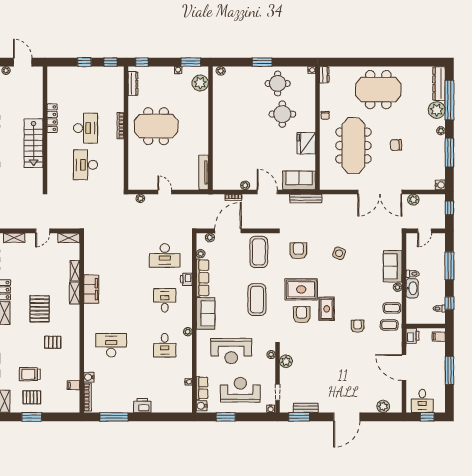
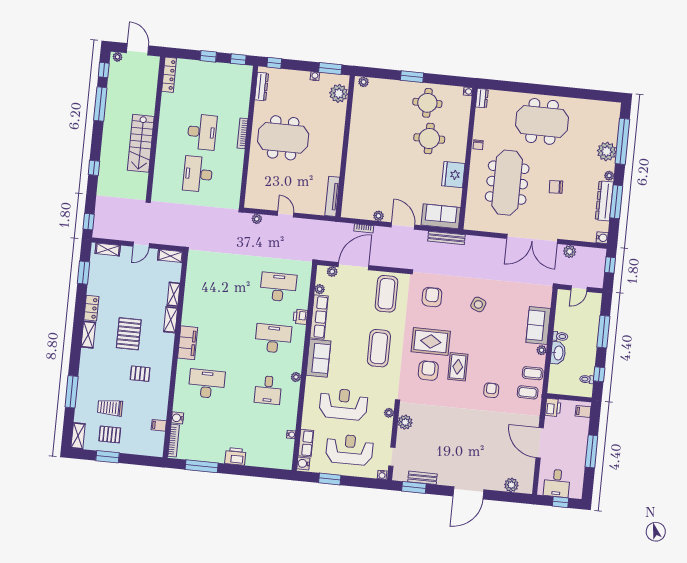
dresser: (439, 84) -> (604, 201), moved
locker: (52, 118) -> (169, 75), moved
desk: (165, 255) -> (278, 287), turned 180
filing cabinet: (91, 289) -> (188, 343), moved
desk: (165, 300) -> (273, 338), width x1.37
reception desk: (231, 351) -> (344, 404), turned 180

